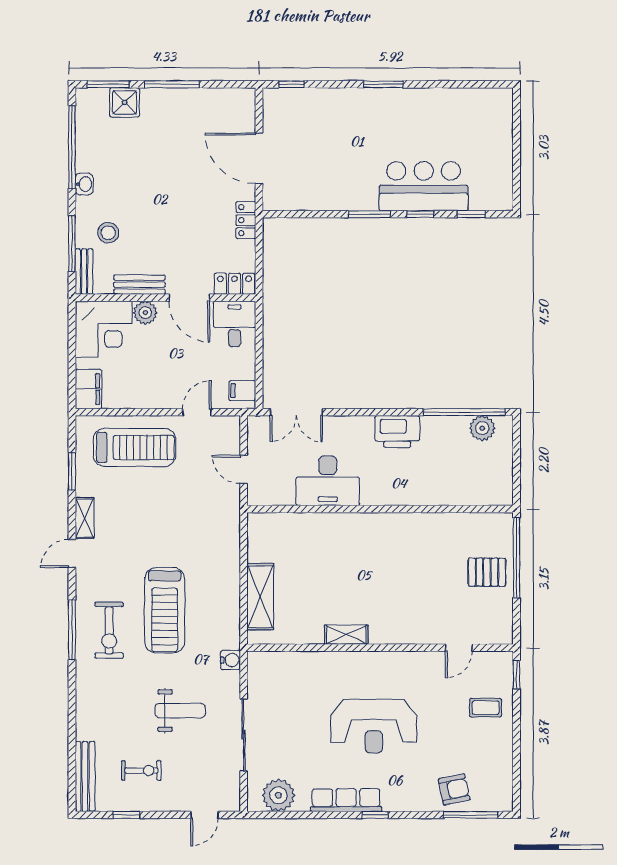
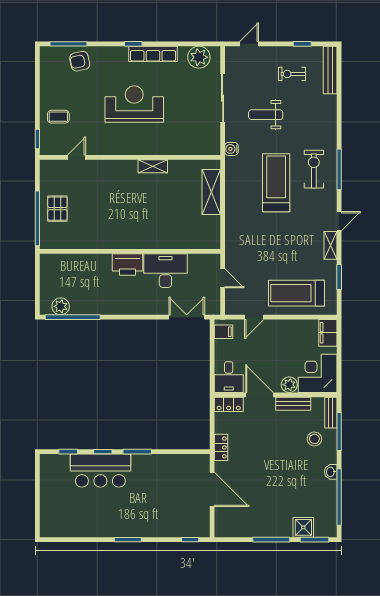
printer: (397, 432) -> (128, 265), moved, turned 180
pallet: (487, 572) -> (57, 209), turned 90

